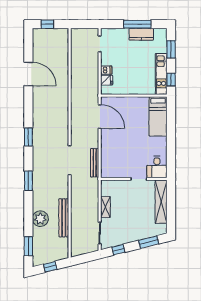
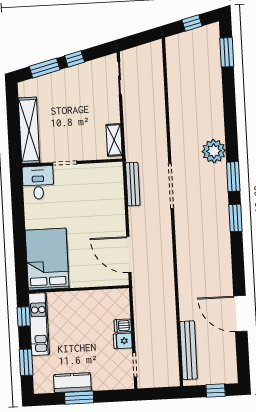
window: (137, 24) -> (79, 398), width x0.69
fridge: (107, 80) -> (123, 341), moved
bed: (158, 116) -> (47, 259), width x1.50
window: (28, 181) -> (233, 177), moved
shelving: (105, 207) -> (114, 140), moved
bench: (64, 218) -> (189, 350), moved
plant: (40, 219) -> (214, 151), moved
window: (118, 250) -> (75, 59), moved

